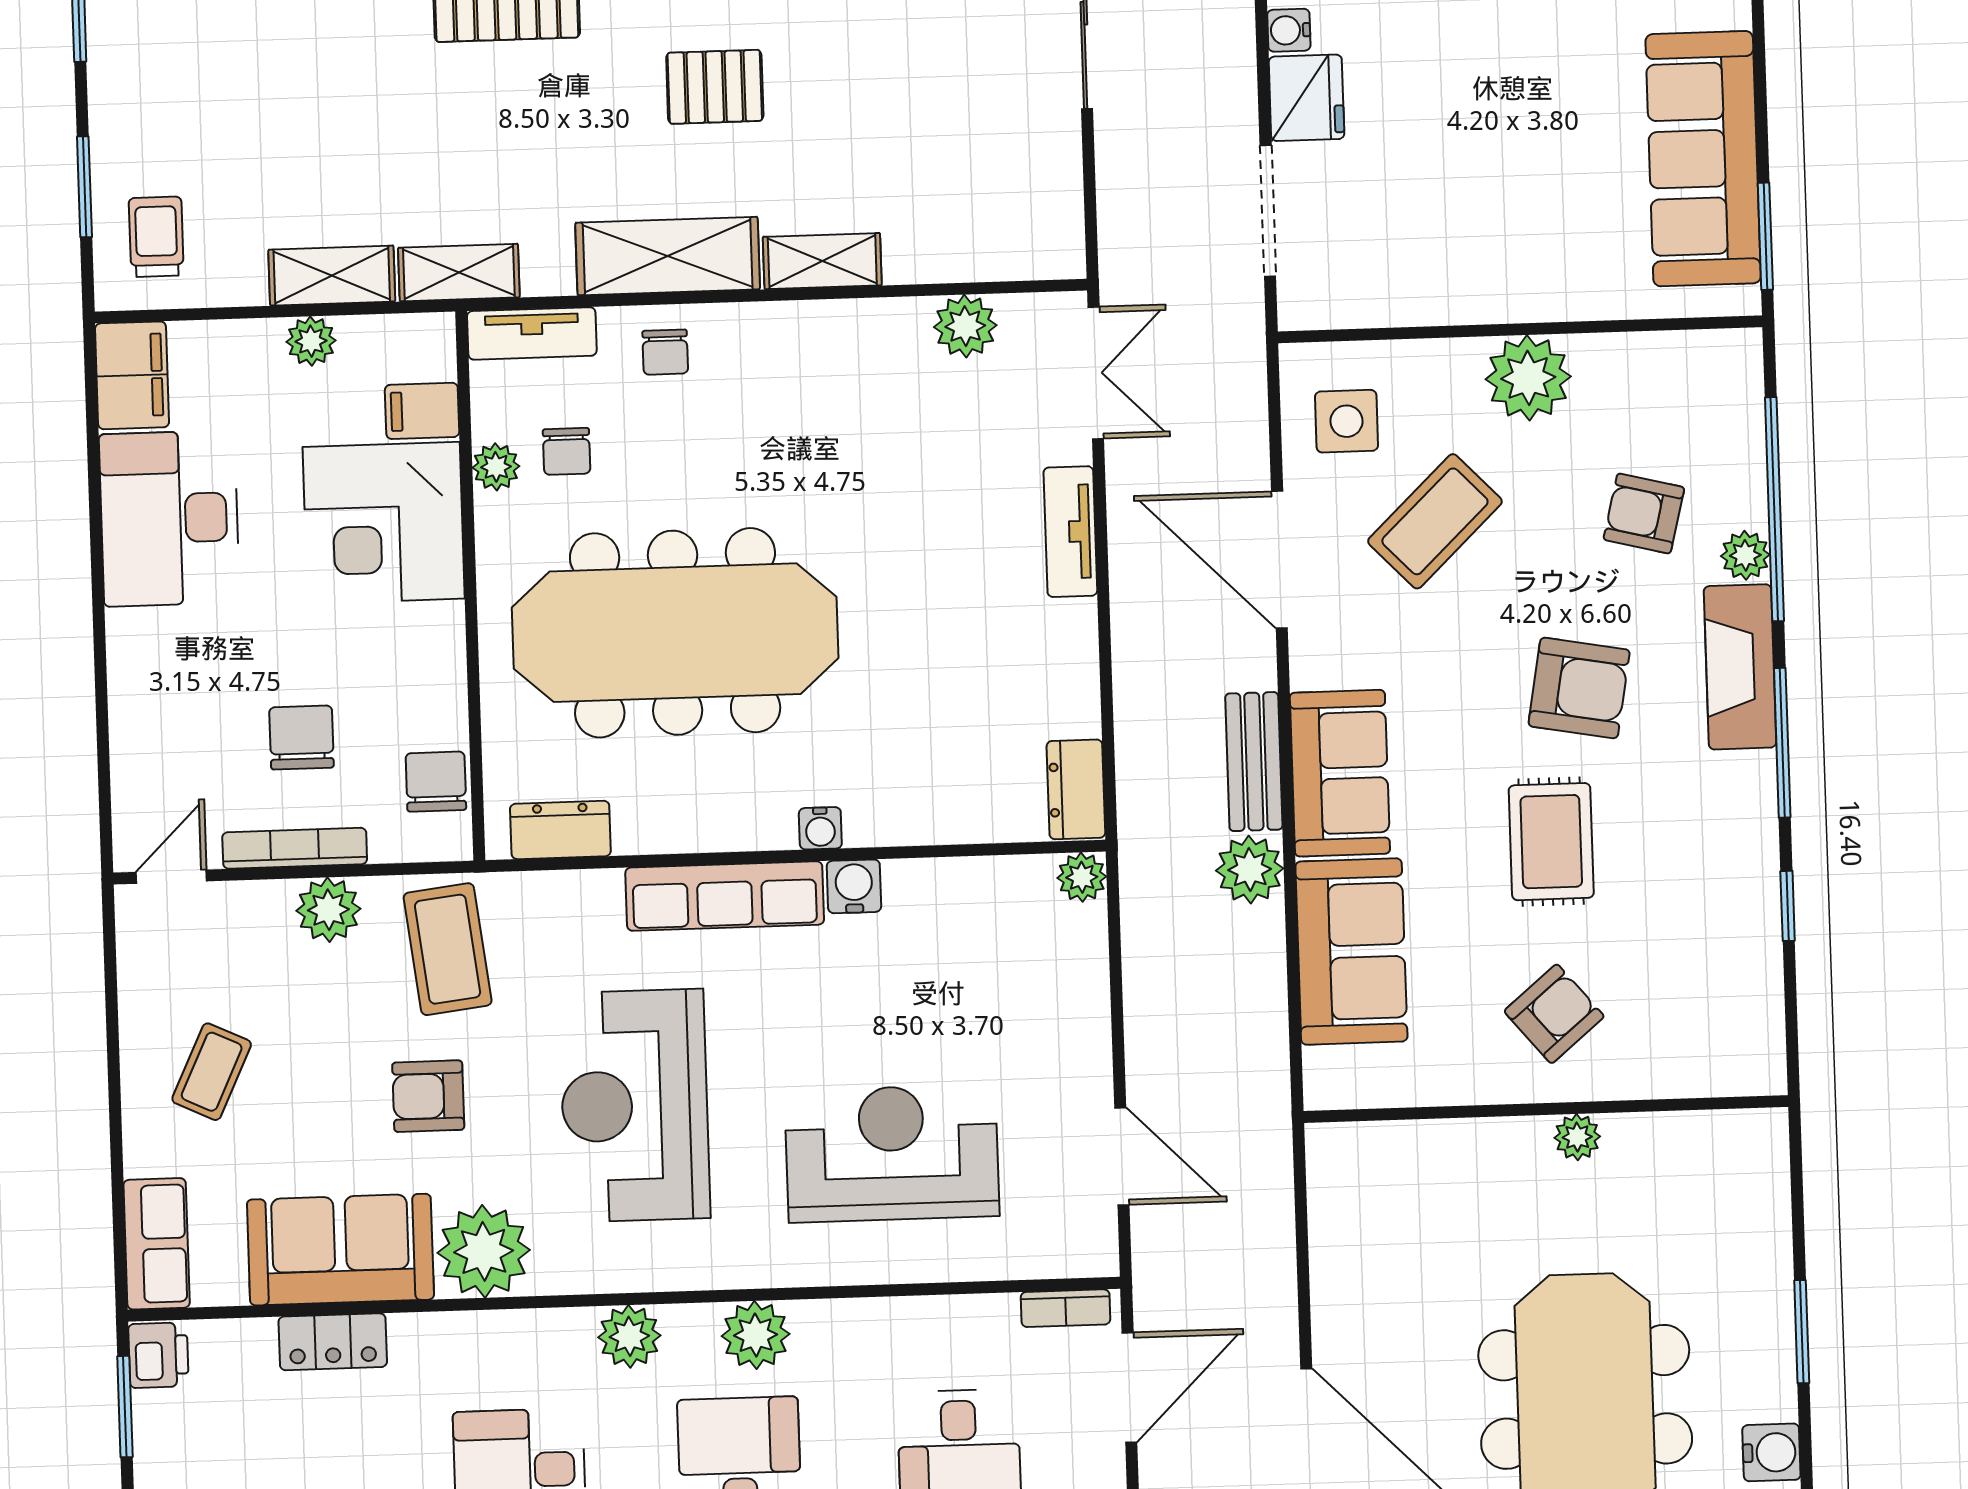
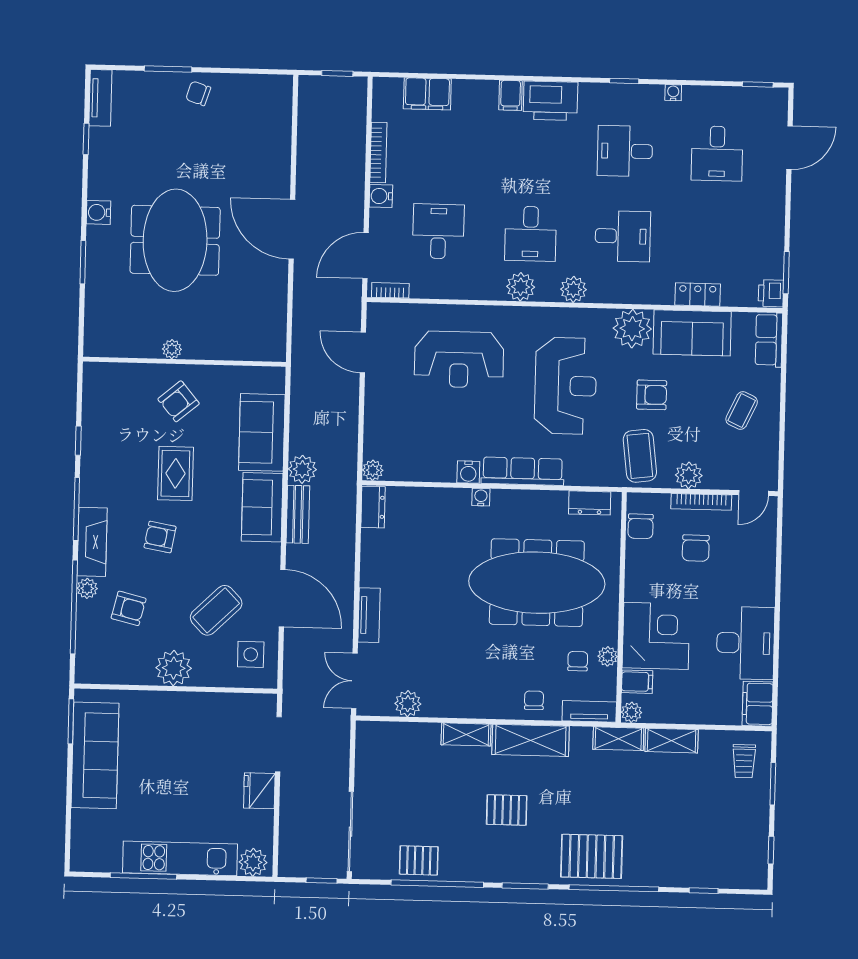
water cooler: (1289, 30) -> (265, 819), removed
plant: (311, 341) -> (631, 712), moved
armchair: (1579, 688) -> (160, 537), width x0.72, depth x0.72

